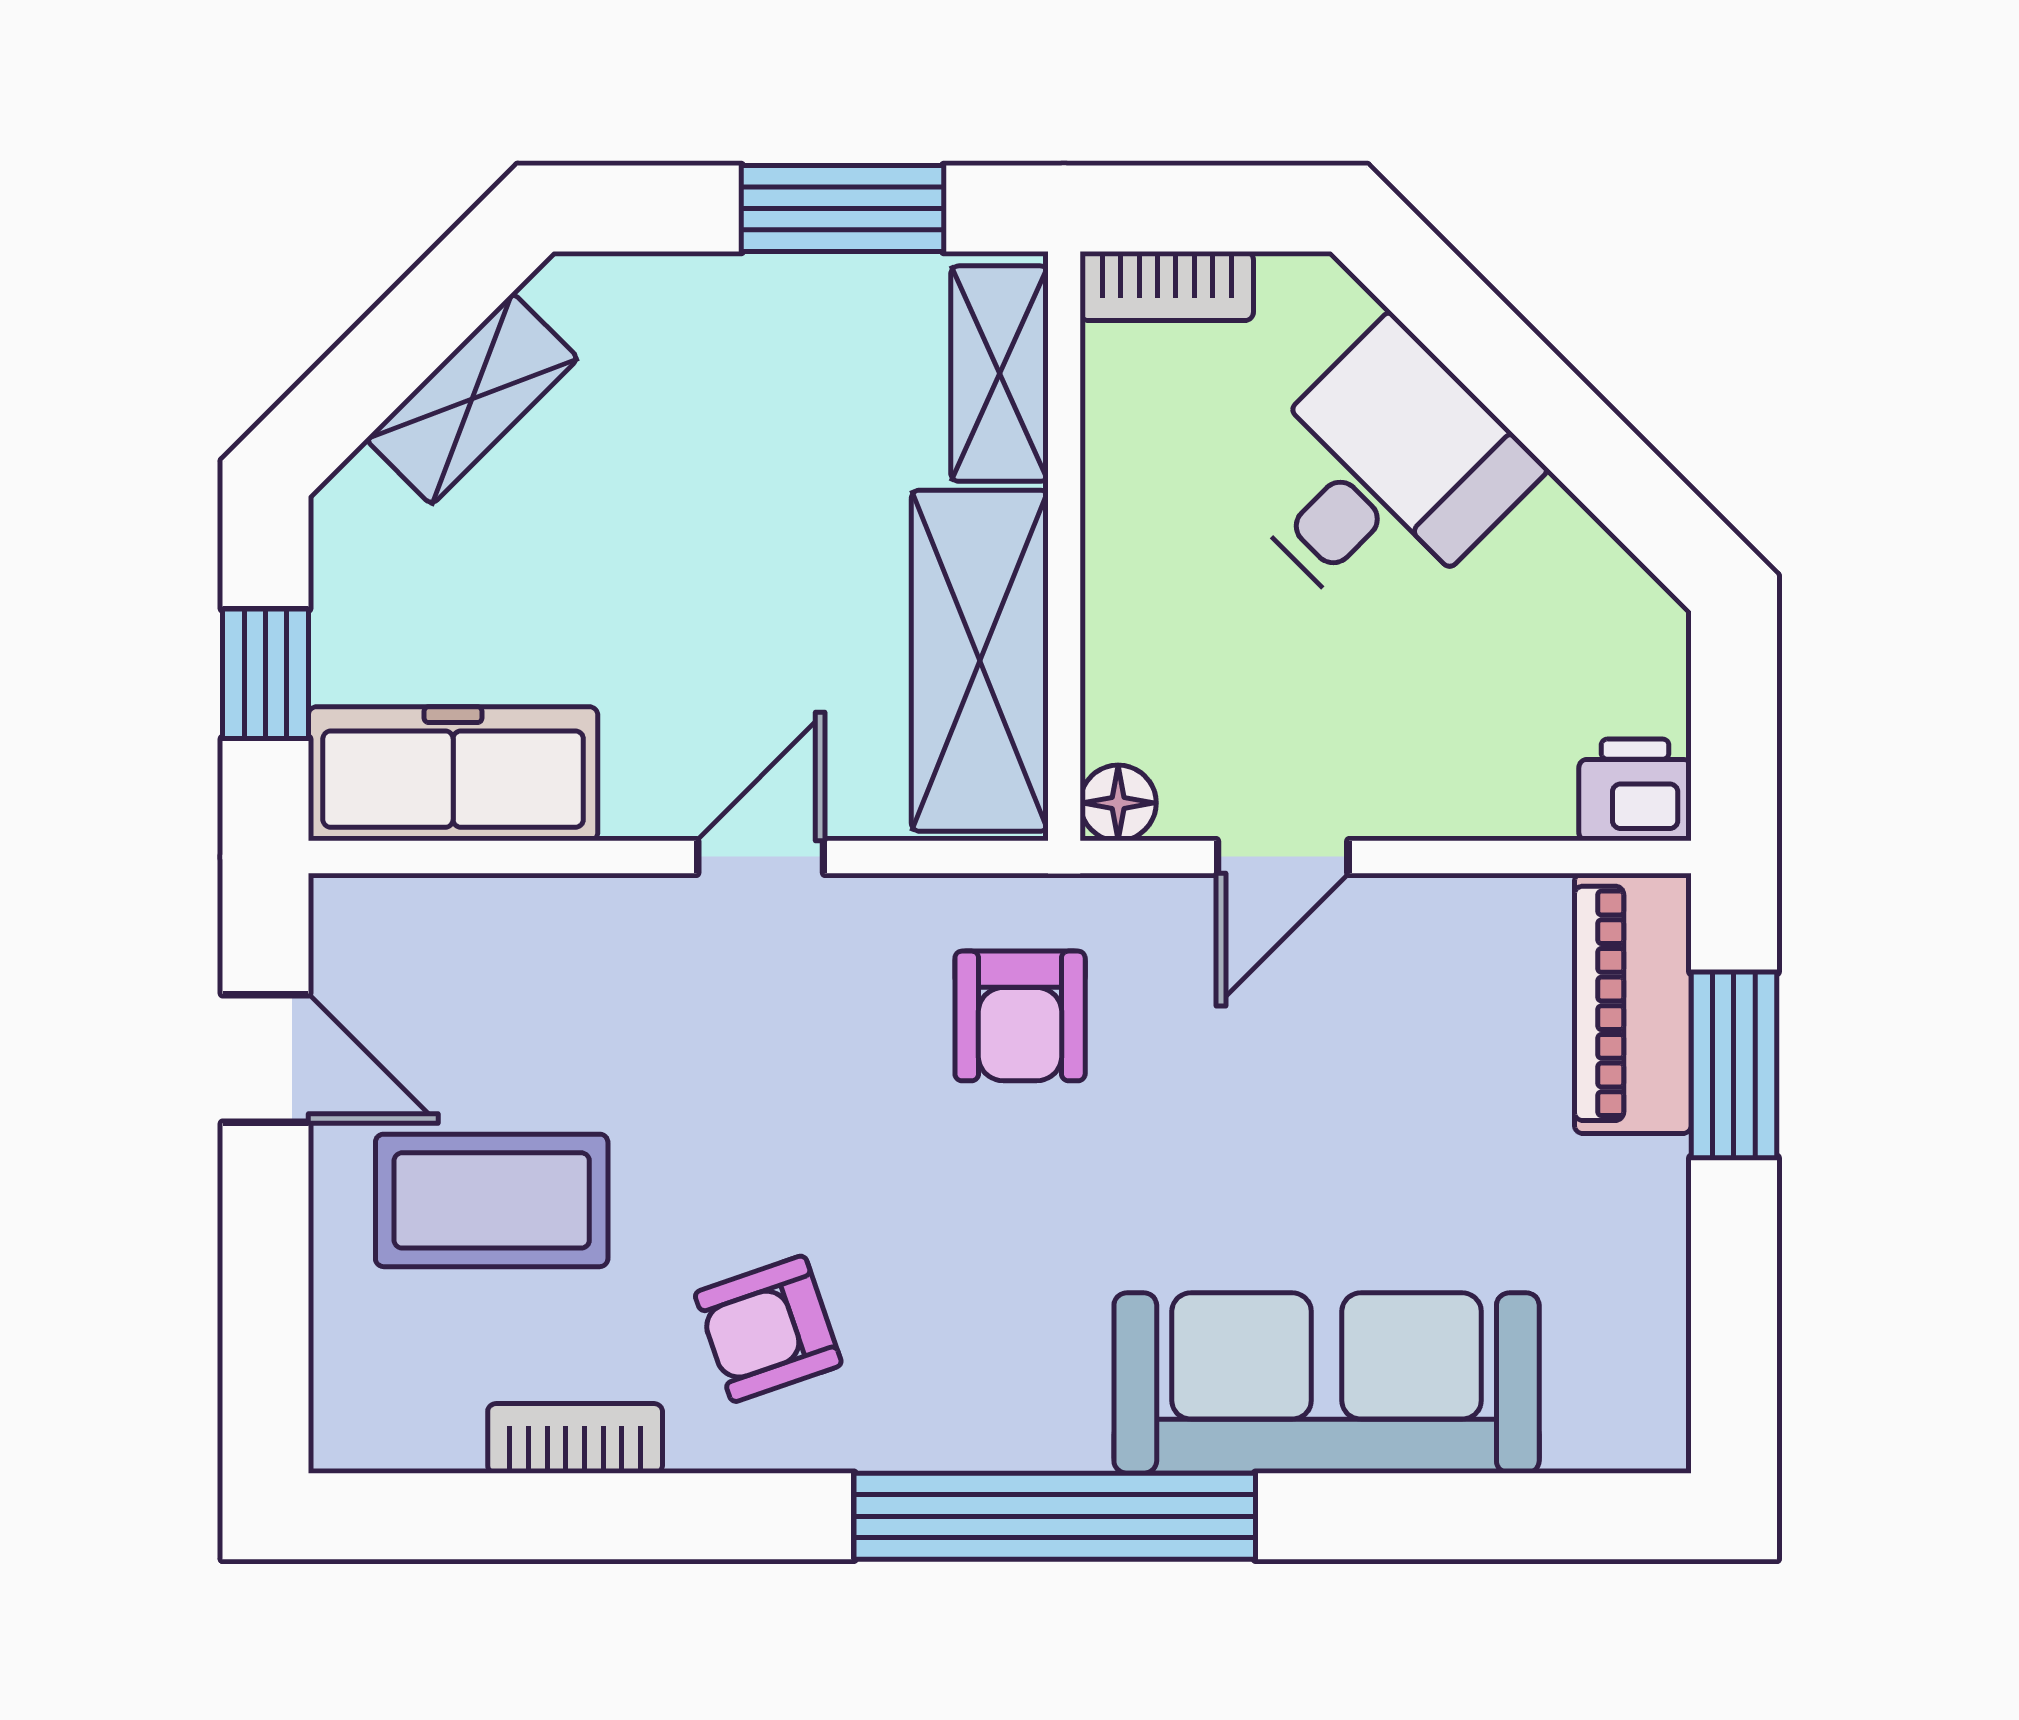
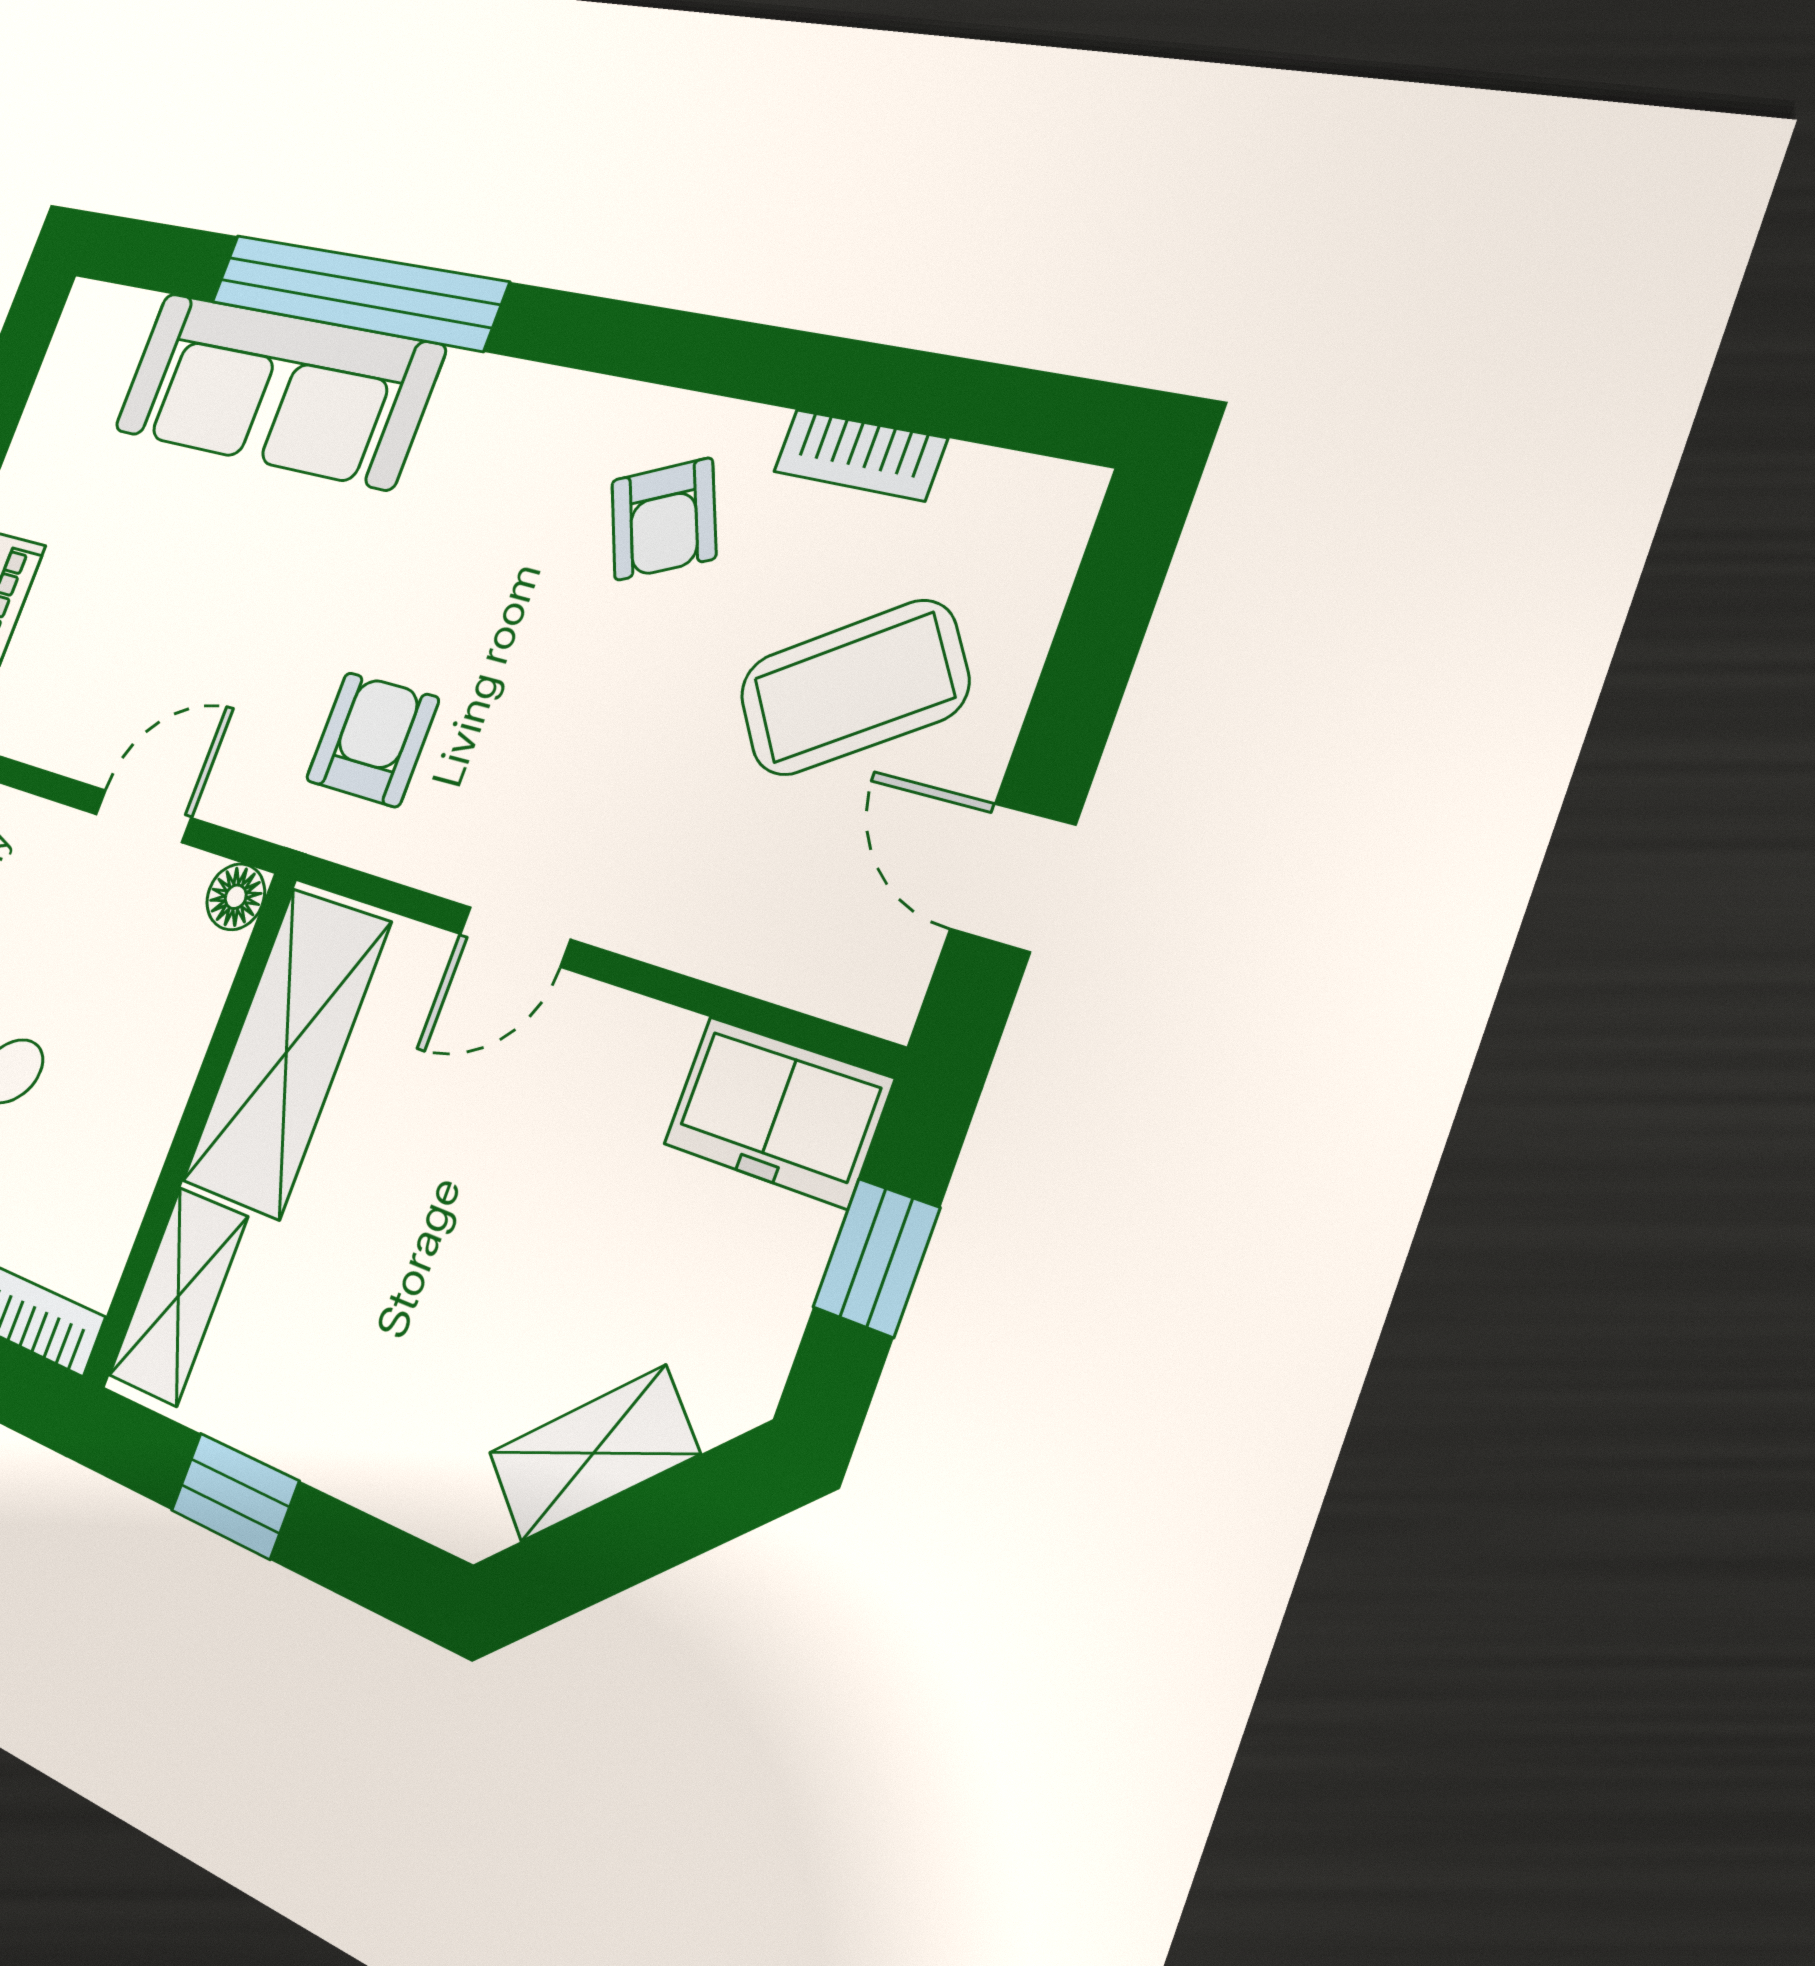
window: (843, 209) -> (235, 1496), width x0.67
freezer: (453, 774) -> (778, 1112), width x0.71
coffee table: (492, 1200) -> (853, 688), turned -34
armchair: (768, 1329) -> (663, 519), turned 85
window: (1055, 1516) -> (356, 292), moved

